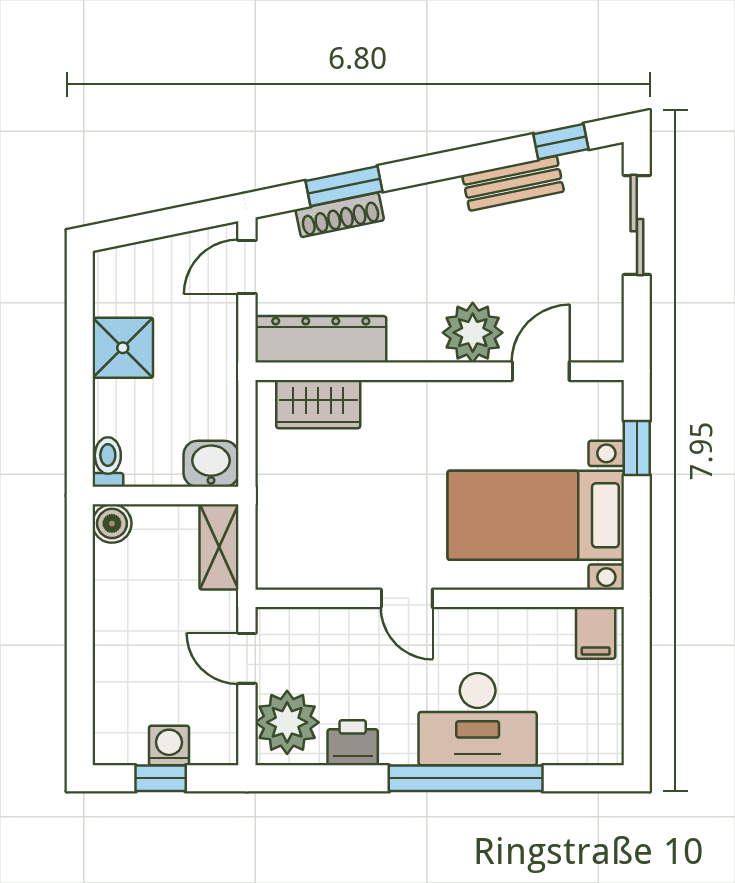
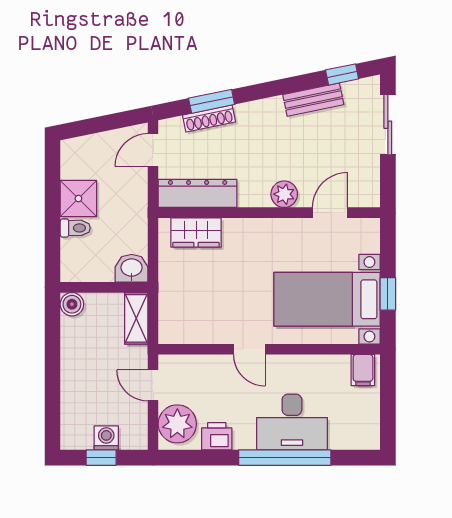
plant: (473, 333) -> (284, 194), width x0.73, depth x0.73
window: (637, 448) -> (388, 294), moved
toilet: (108, 462) -> (75, 228), moved, turned 90

